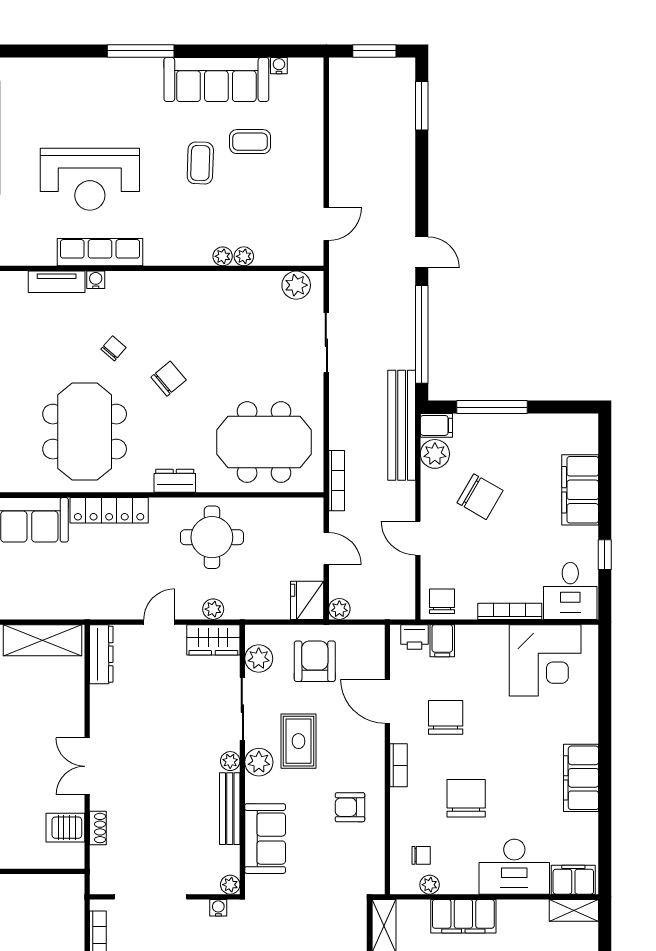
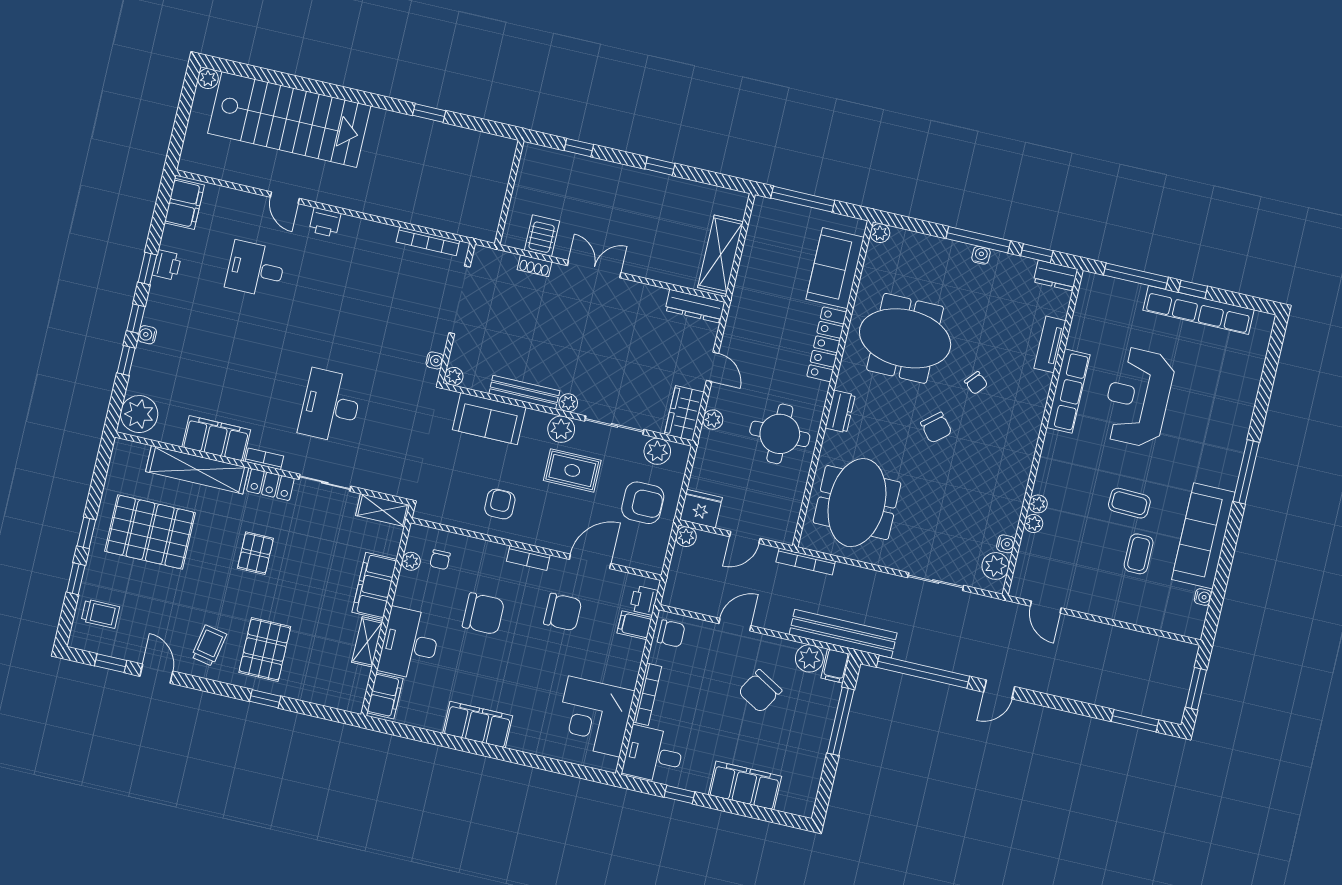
water cooler: (96, 280) -> (1006, 544), moved
shelving: (574, 910) -> (367, 642), moved

